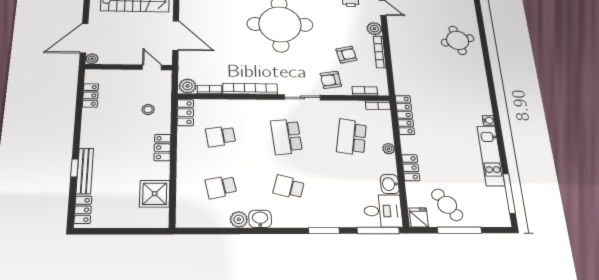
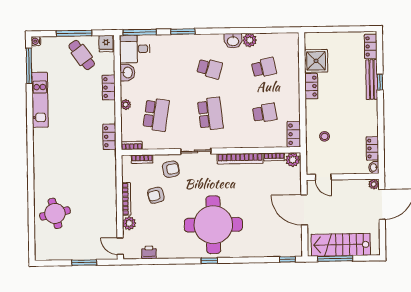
washbasin: (91, 76) -> (374, 167), added
locker: (405, 115) -> (109, 137), width x0.66
water cooler: (489, 120) -> (36, 41), moved
locker: (162, 148) -> (311, 86), moved

